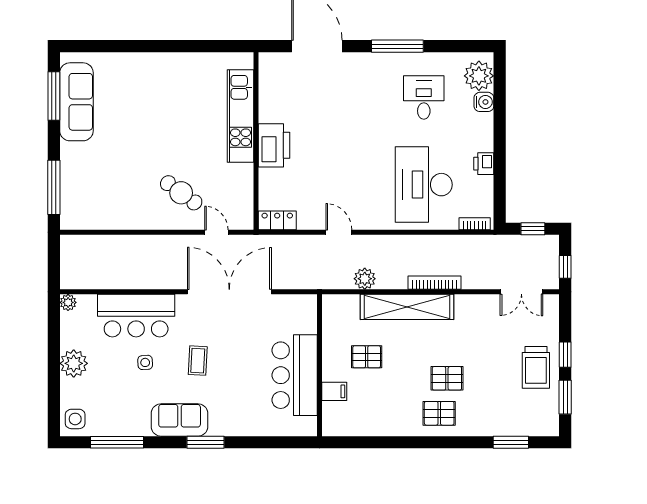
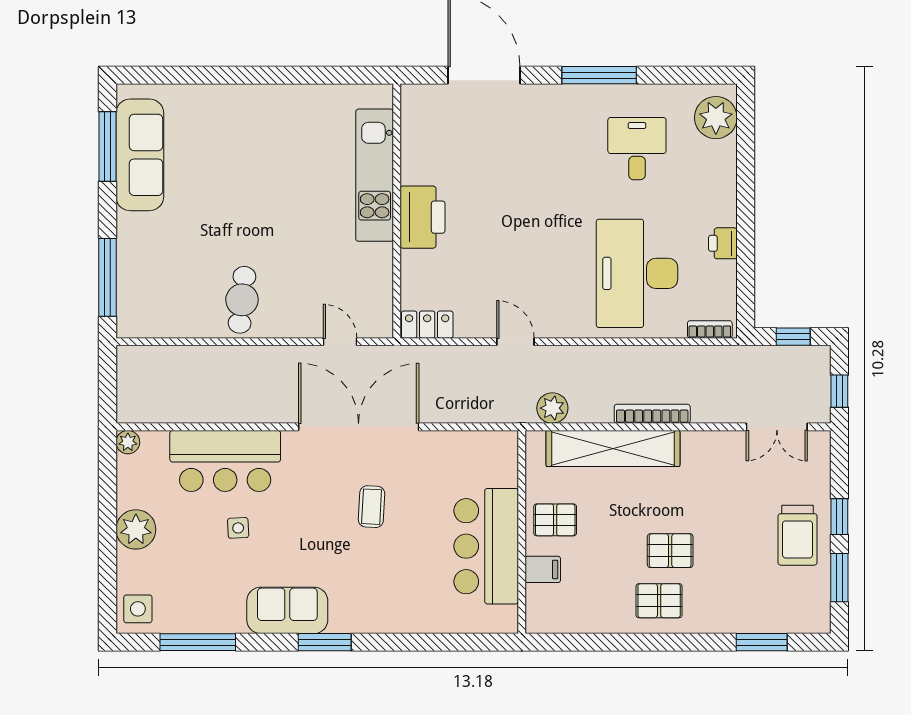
water cooler: (484, 102) -> (723, 155), removed
cafe table: (181, 193) -> (242, 300), moved, turned 60
coffee table: (198, 361) -> (372, 507), moved
wall: (319, 365) -> (522, 532), moved
bar counter: (295, 375) -> (486, 546), moved
filing cabinet: (334, 391) -> (543, 569), moved

